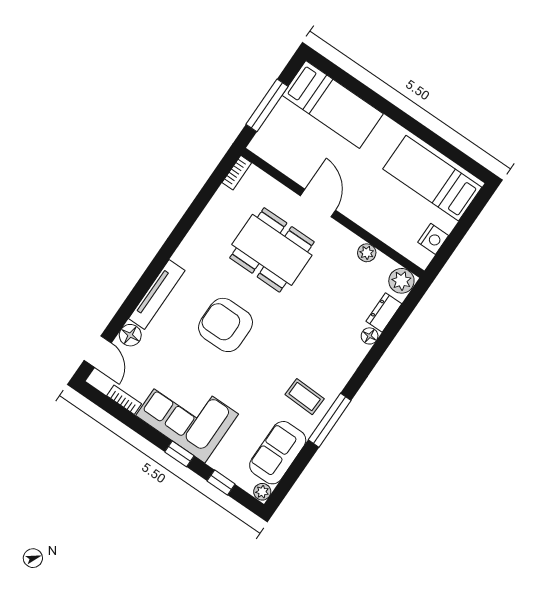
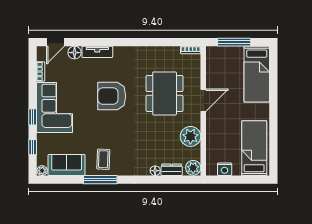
plant: (367, 253) -> (190, 136), width x1.88, depth x1.88
tv unit: (157, 295) -> (97, 52), width x0.71
armchair: (225, 325) -> (112, 96), turned -90

